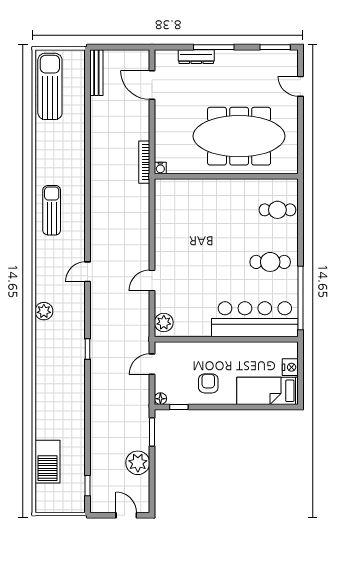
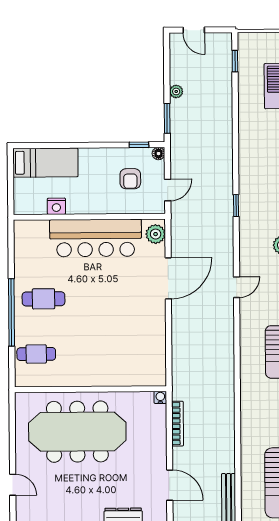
bookcase: (144, 162) -> (178, 424), moved
door: (152, 281) -> (168, 278), width x1.88
window: (301, 298) -> (11, 312), moved
bar counter: (255, 319) -> (96, 238), moved
nightstand: (290, 367) -> (56, 206), moved, turned -90
armchair: (208, 383) -> (130, 179), moved
plant: (138, 463) -> (176, 91), width x0.53, depth x0.53

